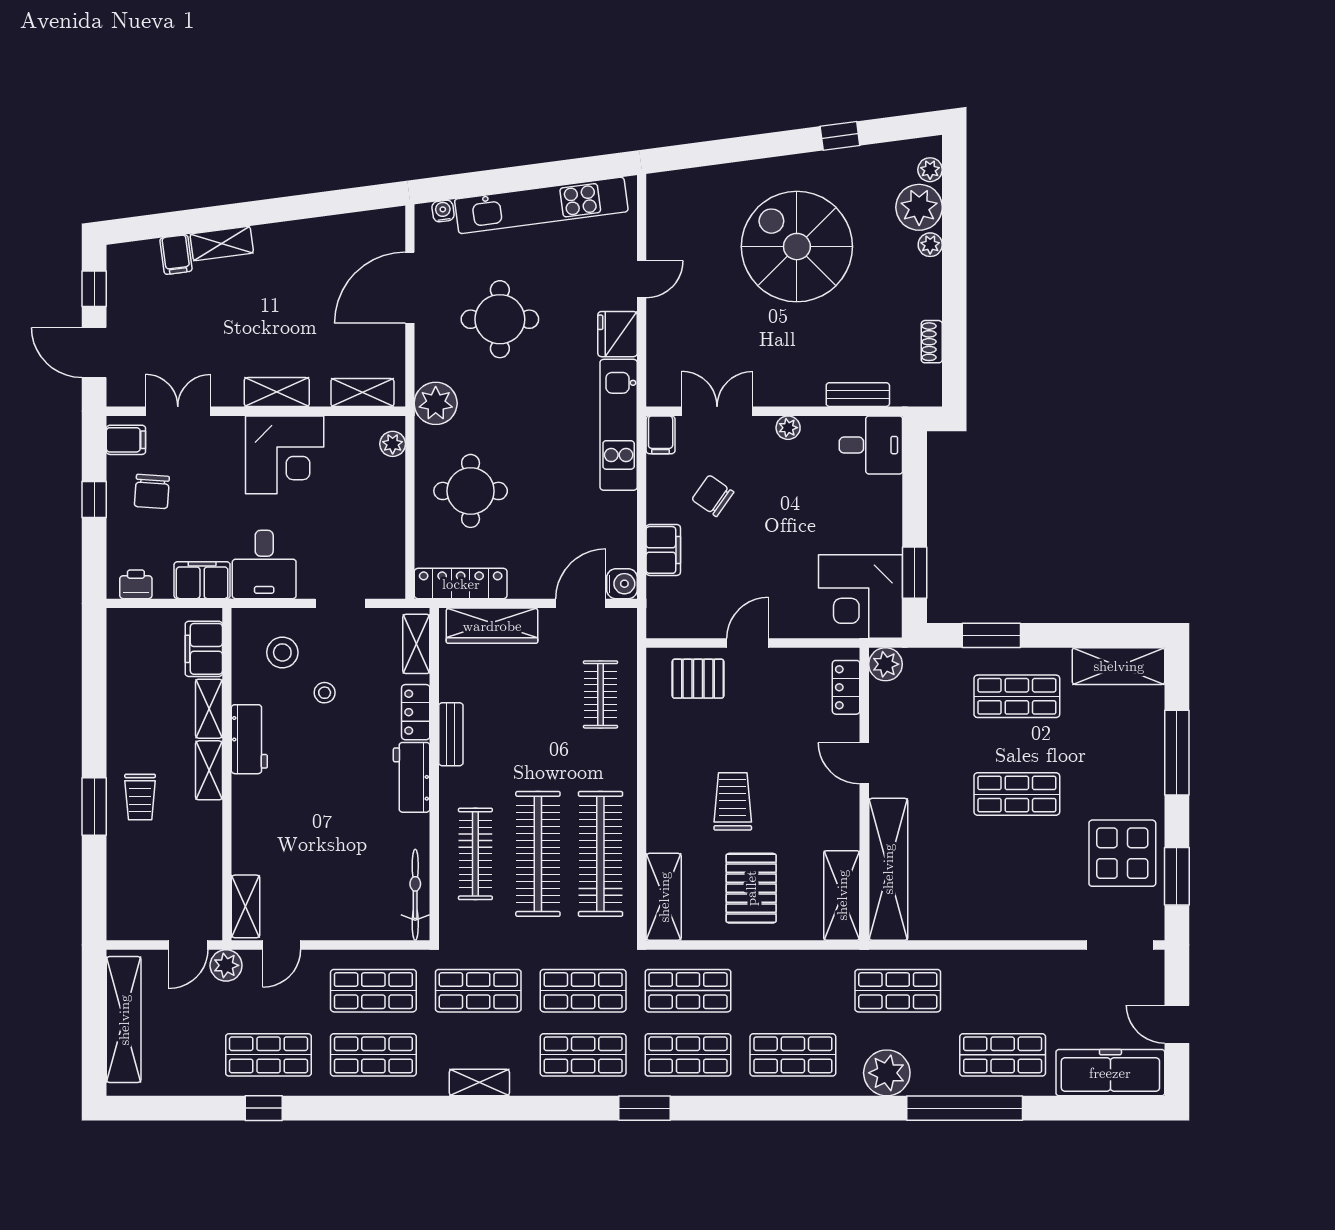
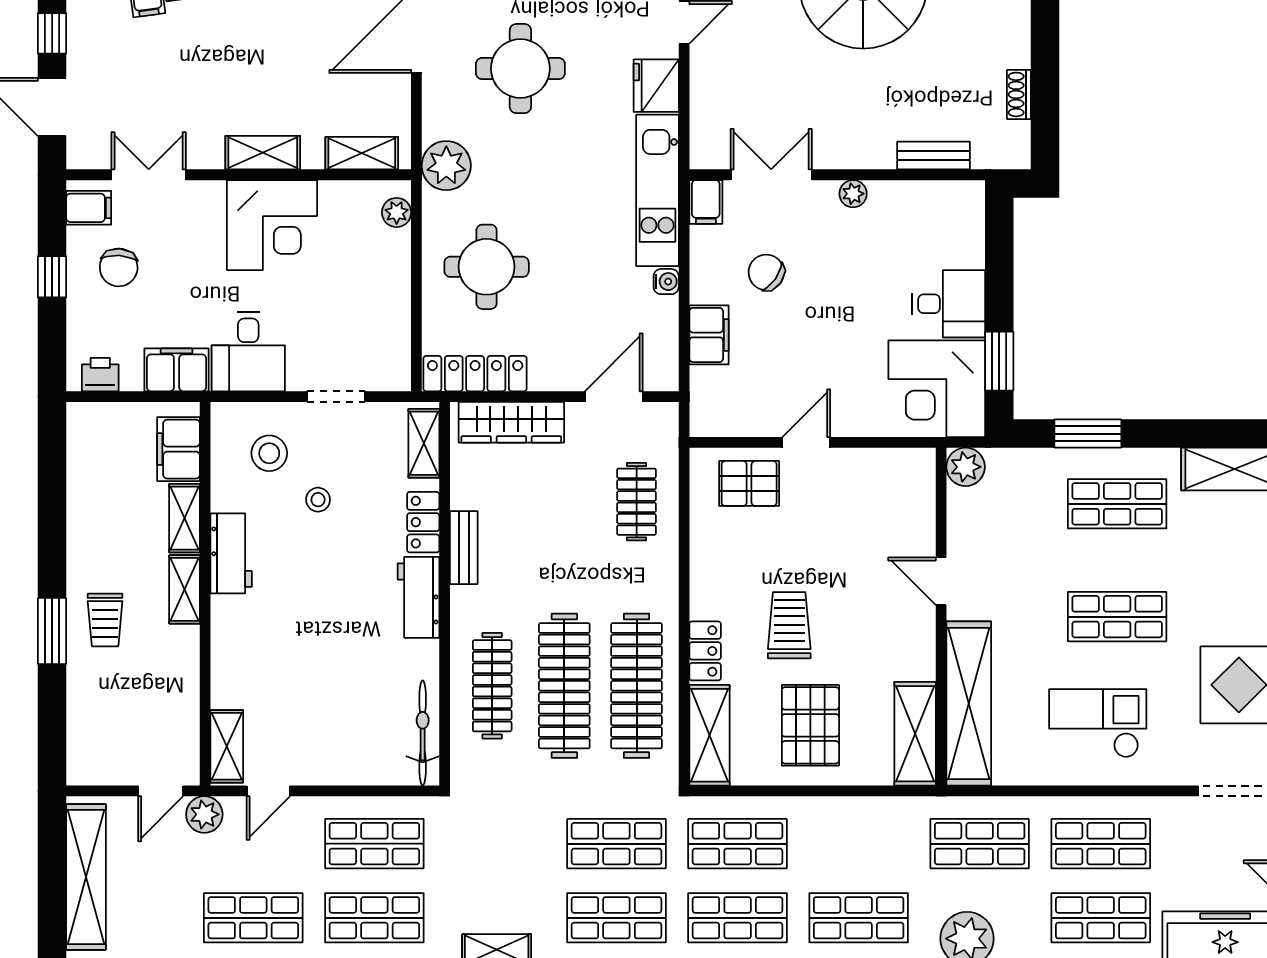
desk: (871, 445) -> (949, 304), moved
water cooler: (622, 584) -> (666, 282), moved, width x0.72, depth x0.72
locker: (846, 687) -> (705, 651), moved, turned 180
checkout: (1000, 886) -> (1098, 723), added
shop shelf: (478, 991) -> (1101, 844), moved

